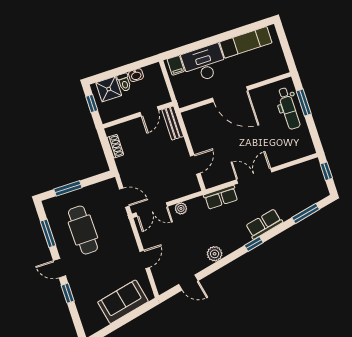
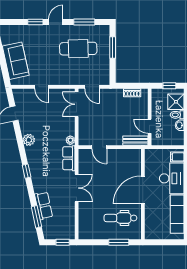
dental chair: (289, 108) -> (120, 218), moved
door: (124, 198) -> (92, 87), hinge flipped
plant: (181, 208) -> (70, 140), moved
row of seats: (264, 224) -> (44, 206), moved

